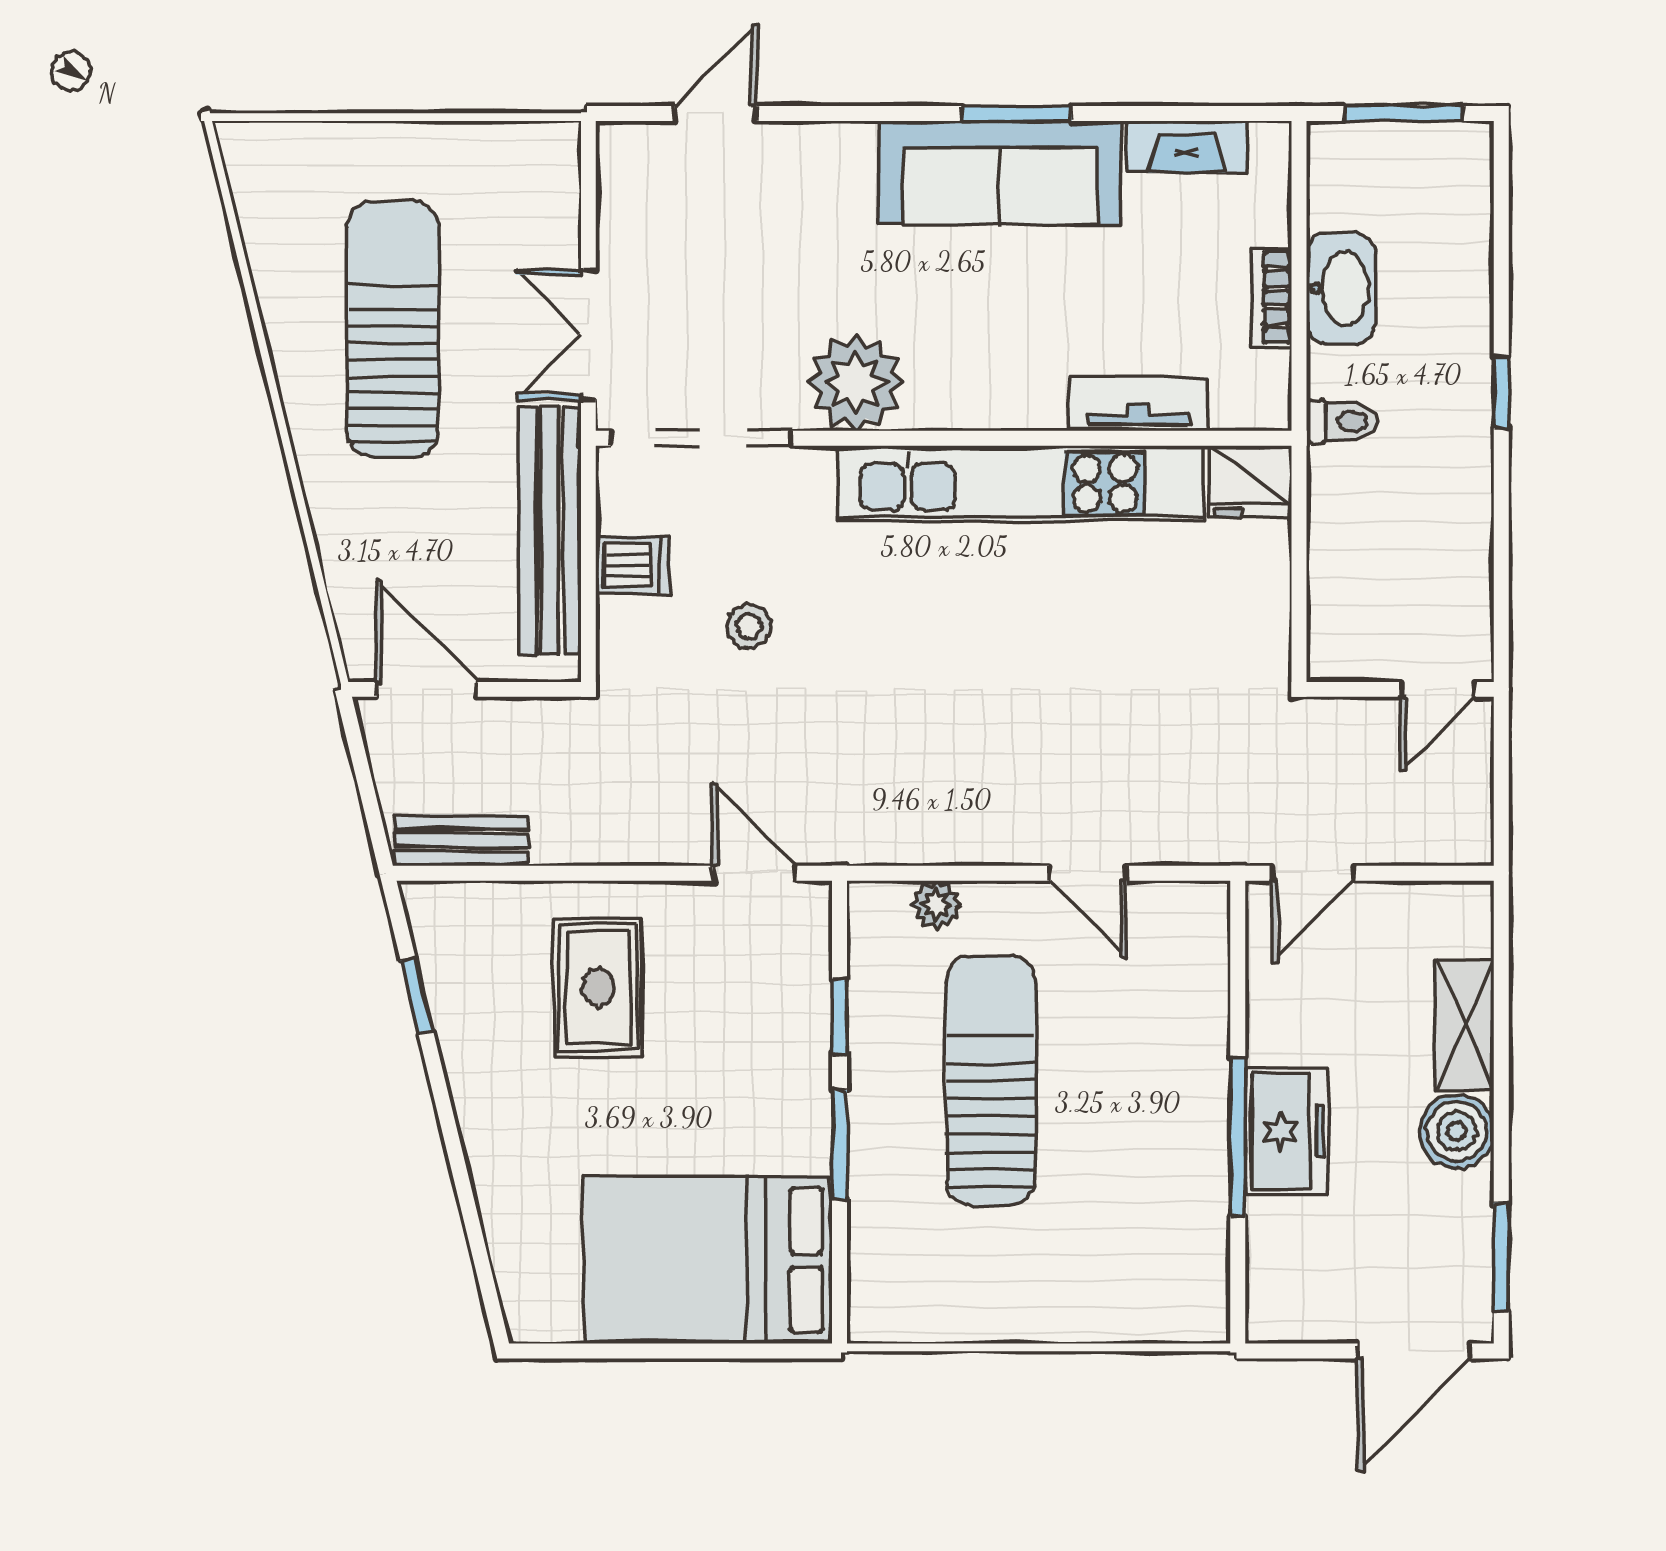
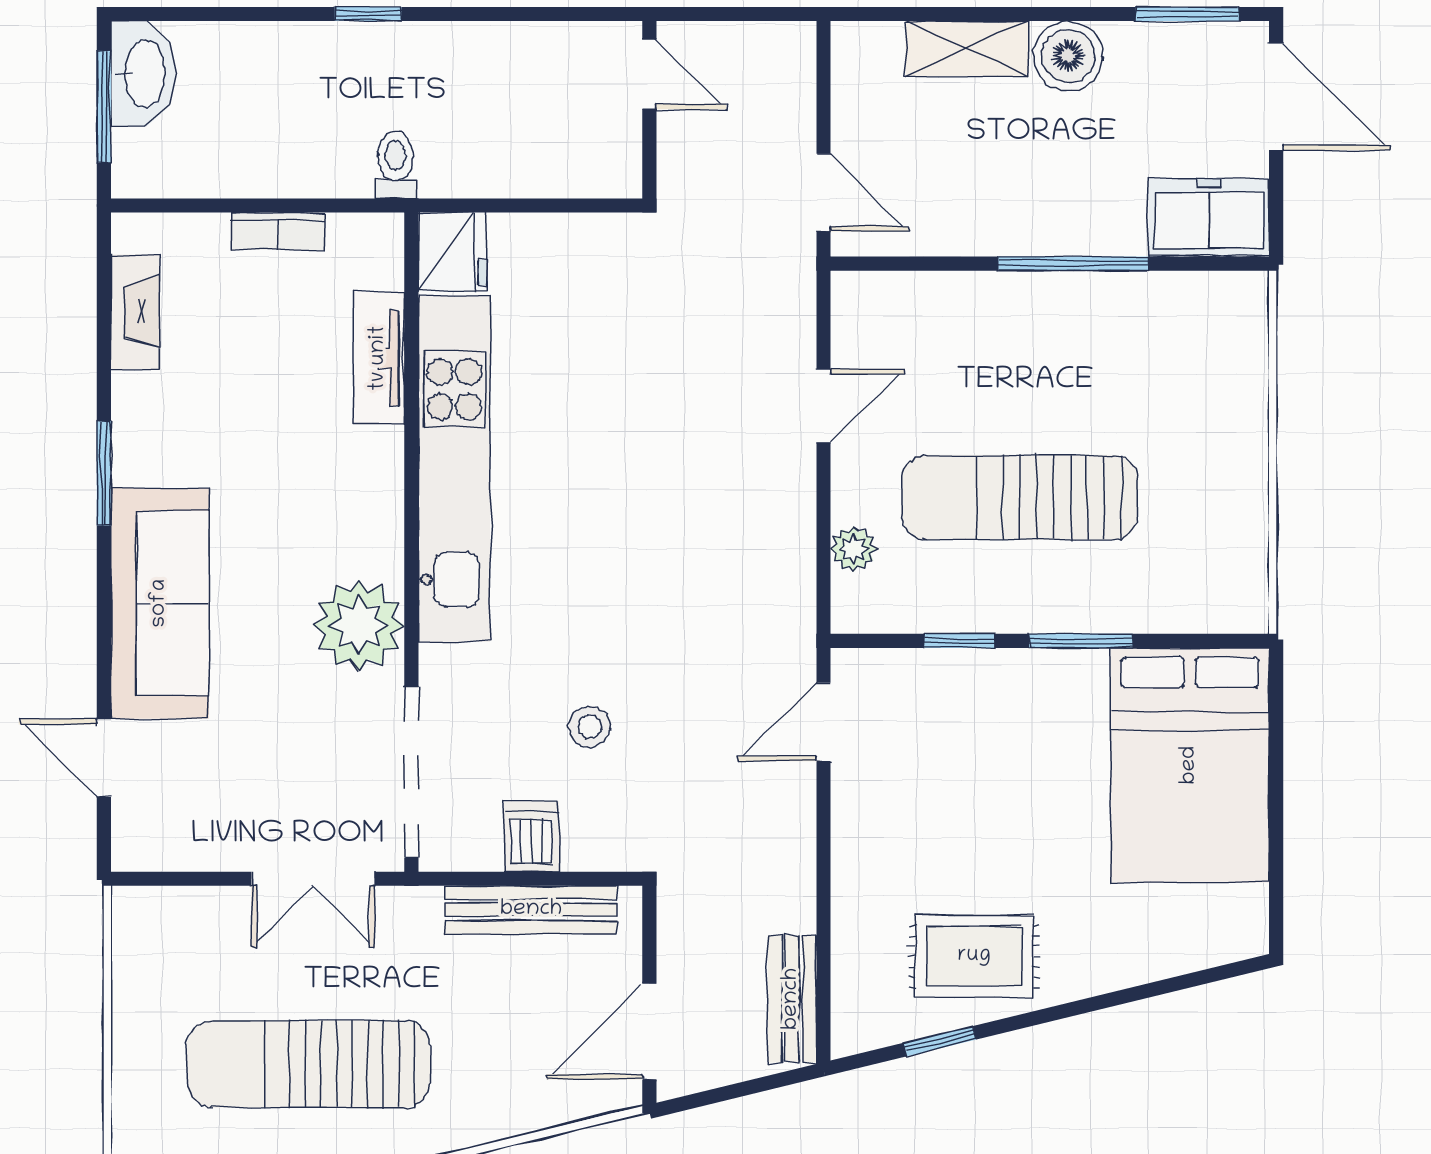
sofa: (1000, 173) -> (160, 603), moved
washbasin: (1340, 289) -> (143, 74), moved, turned 90
bench: (550, 531) -> (531, 910), width x0.73, depth x0.82
rug: (598, 987) -> (974, 956), moved
freezer: (1286, 1131) -> (1209, 217), moved

